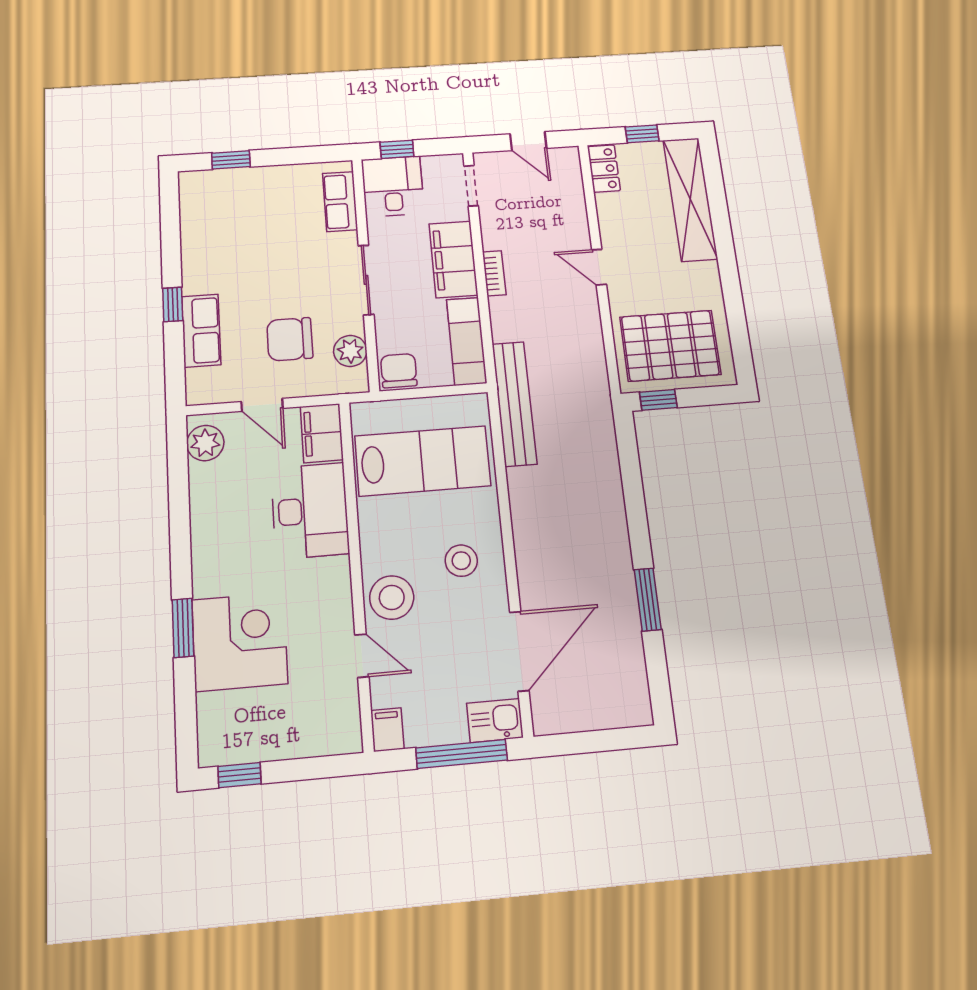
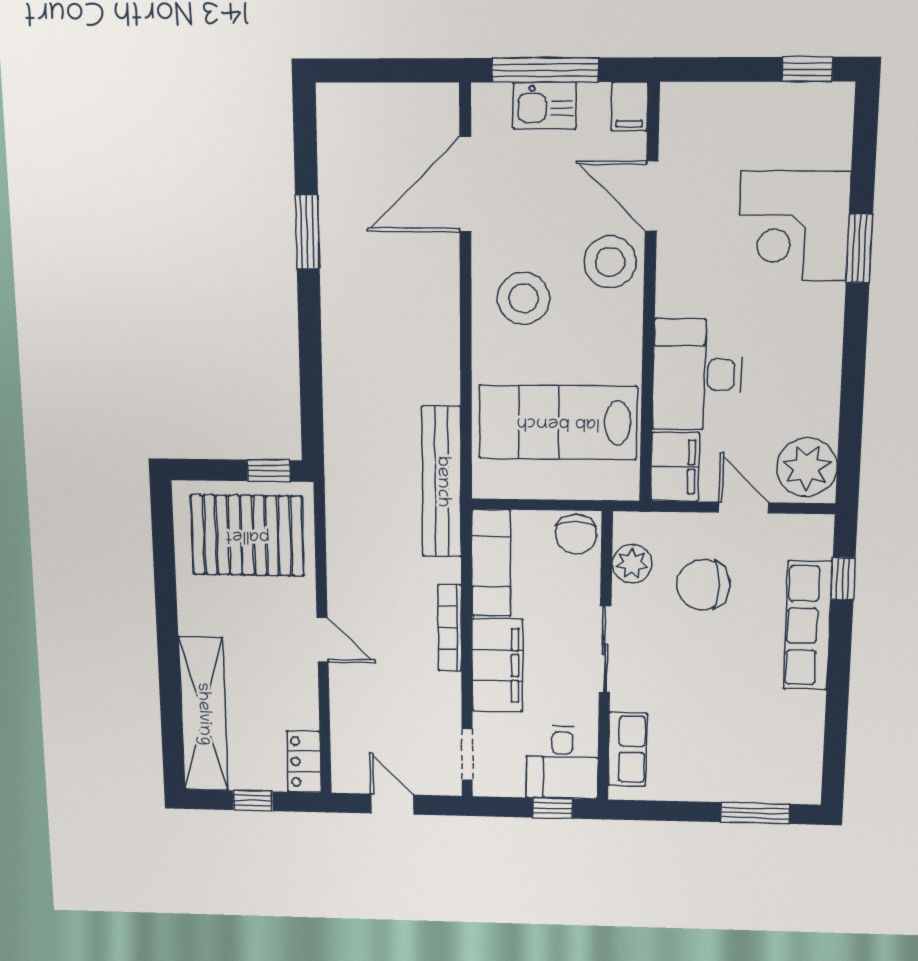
window: (231, 160) -> (755, 813), width x1.50
bookcase: (494, 273) -> (450, 628), width x1.56
window: (173, 304) -> (843, 579), moved
row of seats: (201, 331) -> (808, 626), width x1.48
chair: (290, 339) -> (703, 585), turned 180
plant: (205, 443) -> (807, 467), width x1.36, depth x1.36
stool: (461, 561) -> (523, 298), width x1.38, depth x1.38
door: (362, 656) -> (651, 196), width x1.38
kitchen sink: (495, 720) -> (545, 106), moved

